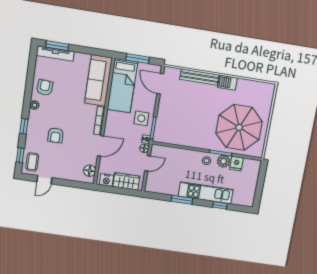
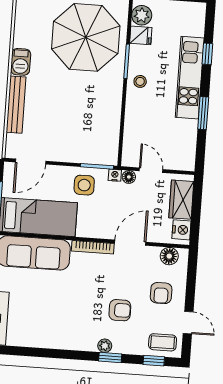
armchair: (45, 87) -> (161, 293), moved, turned -95
plant: (35, 105) -> (105, 346), moved
door: (100, 146) -> (130, 243), hinge flipped
plant: (224, 161) -> (142, 15), moved

